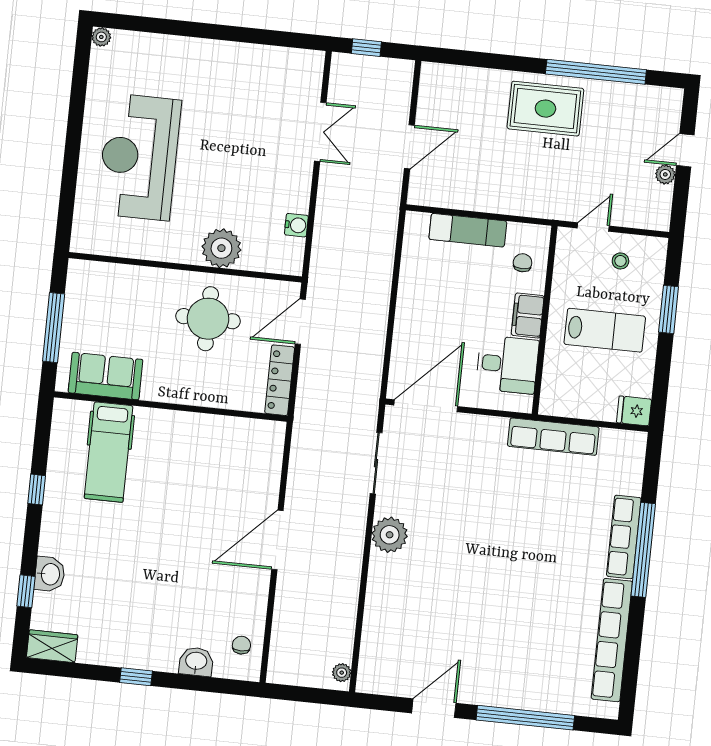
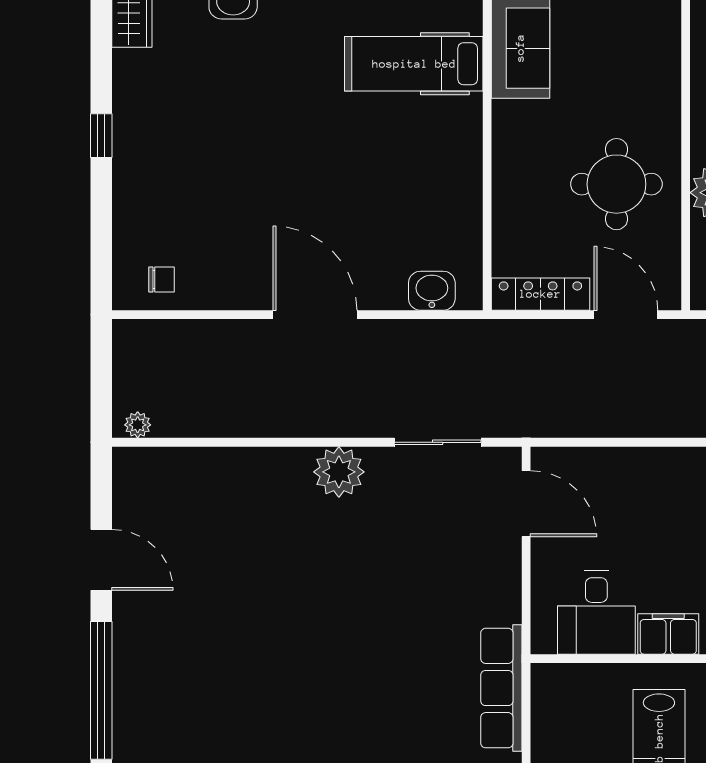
door: (426, 406) -> (526, 504), width x0.73
washbasin: (196, 662) -> (432, 291), moved, turned -90

